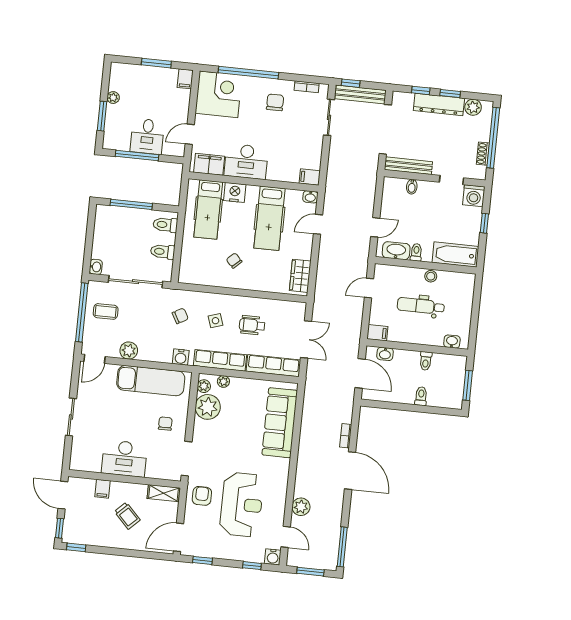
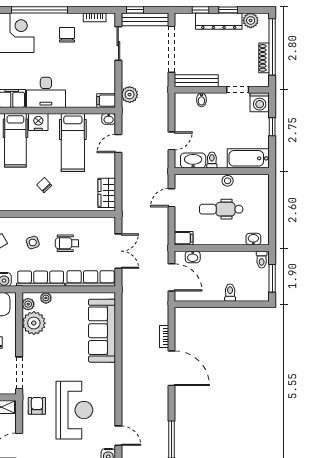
shoe rack: (483, 154) -> (264, 58), width x1.43
toilet: (426, 361) -> (262, 260), moved
plant: (301, 507) -> (130, 95), moved

